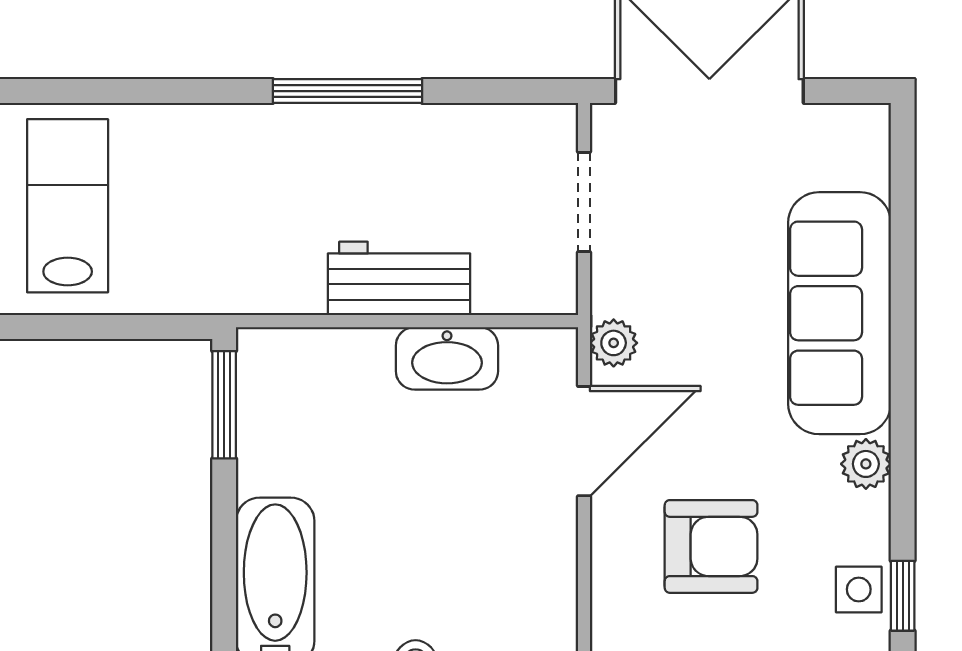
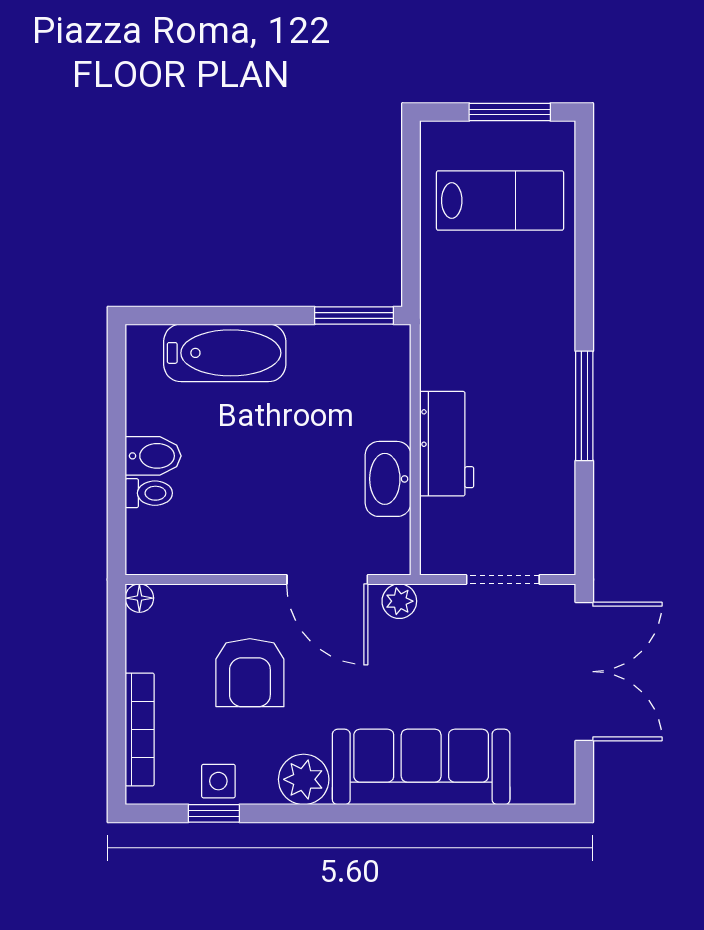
plant: (866, 464) -> (304, 779), width x1.38, depth x1.38

